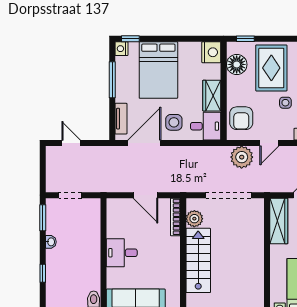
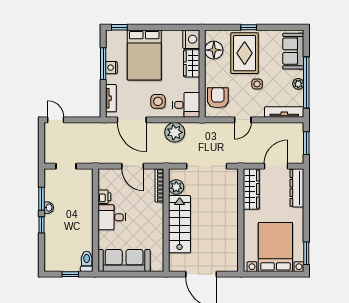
window: (245, 39) -> (249, 27), moved
nightstand: (121, 49) -> (111, 68), moved
wardrobe: (212, 96) -> (192, 63), moved
armchair: (241, 118) -> (218, 98), turned 180
door: (71, 143) -> (56, 120), moved
door: (144, 143) -> (132, 120), swing flipped
plant: (242, 157) -> (175, 132), moved
window: (43, 218) -> (41, 199), moved
printer: (113, 230) -> (104, 197), added
window: (43, 273) -> (41, 225), moved

